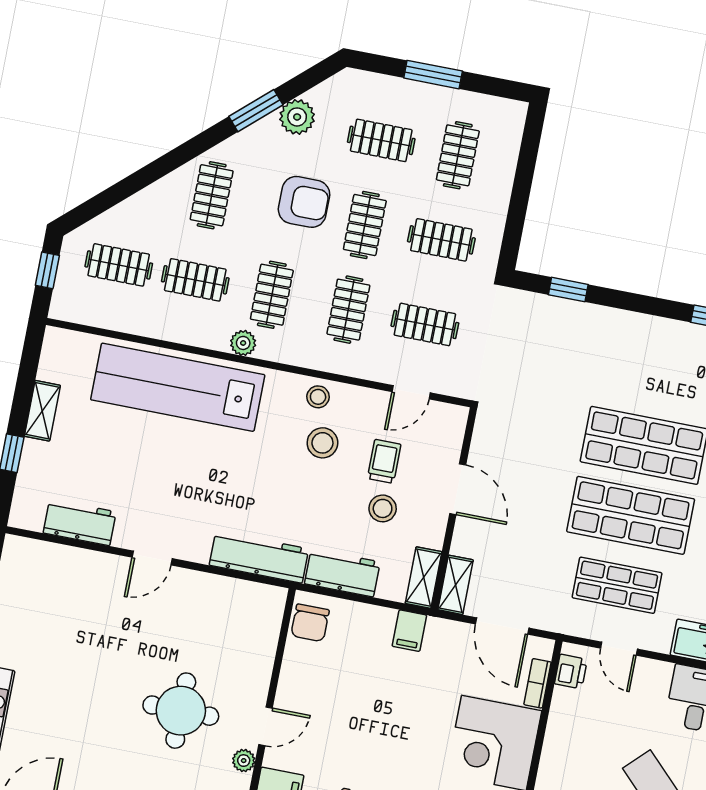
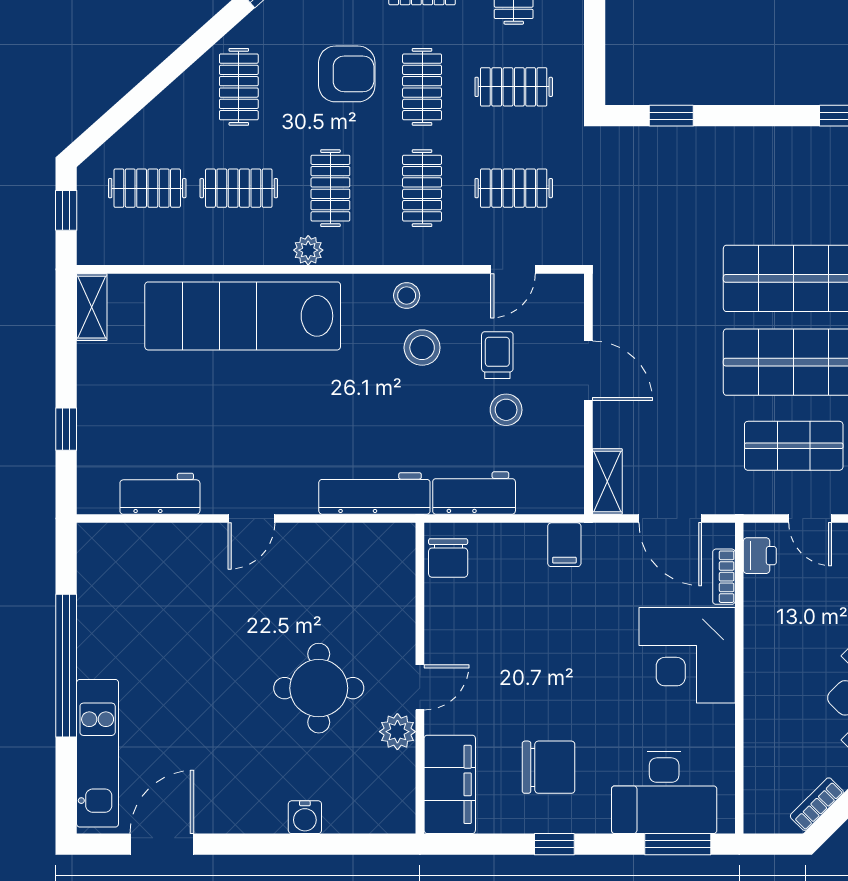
shelving: (42, 411) -> (92, 307), moved
shelving: (424, 578) -> (569, 480), removed
plant: (244, 761) -> (397, 732), width x1.38, depth x1.38

